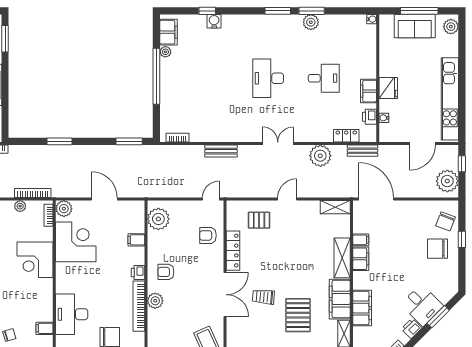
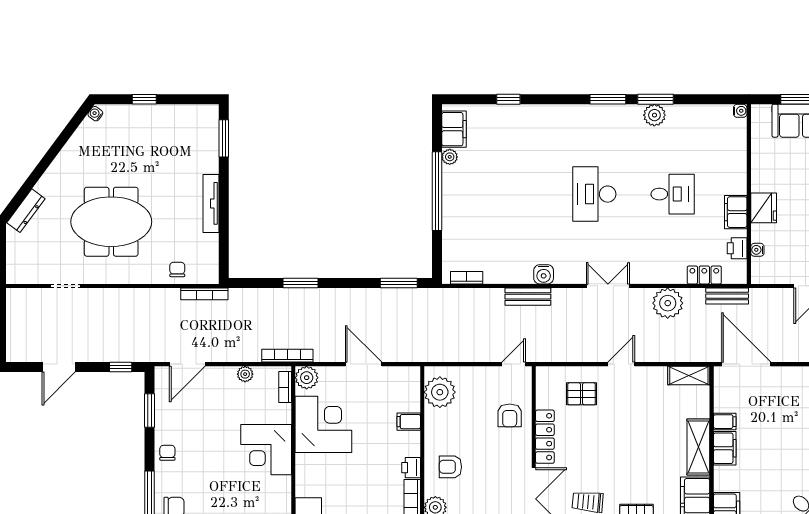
water cooler: (214, 21) -> (544, 274), moved, turned 180
bookcase: (33, 193) -> (287, 356), moved
armchair: (208, 235) -> (510, 415), turned -90

